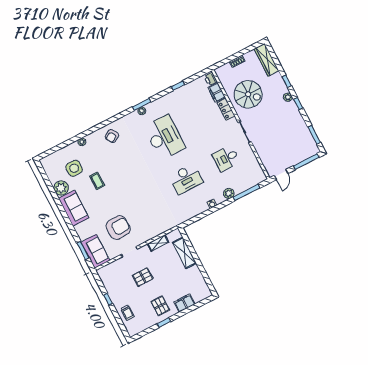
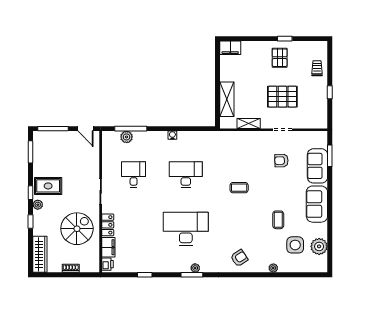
spiral stairs: (248, 94) -> (77, 229), turned 90
rug: (287, 116) -> (48, 186), added
desk: (165, 137) -> (186, 229), turned 90
desk: (226, 158) -> (134, 175), turned -90
door: (281, 174) -> (86, 129), swing flipped
plant: (61, 188) -> (319, 246), moved
coffee table: (140, 190) -> (239, 188), added
plant: (229, 193) -> (127, 137), moved
armchair: (118, 228) -> (281, 161), width x0.53, depth x0.53
sofa: (95, 251) -> (317, 166), moved
pallet: (143, 277) -> (282, 97), width x1.50, depth x1.42
filing cabinet: (184, 303) -> (230, 48), moved

